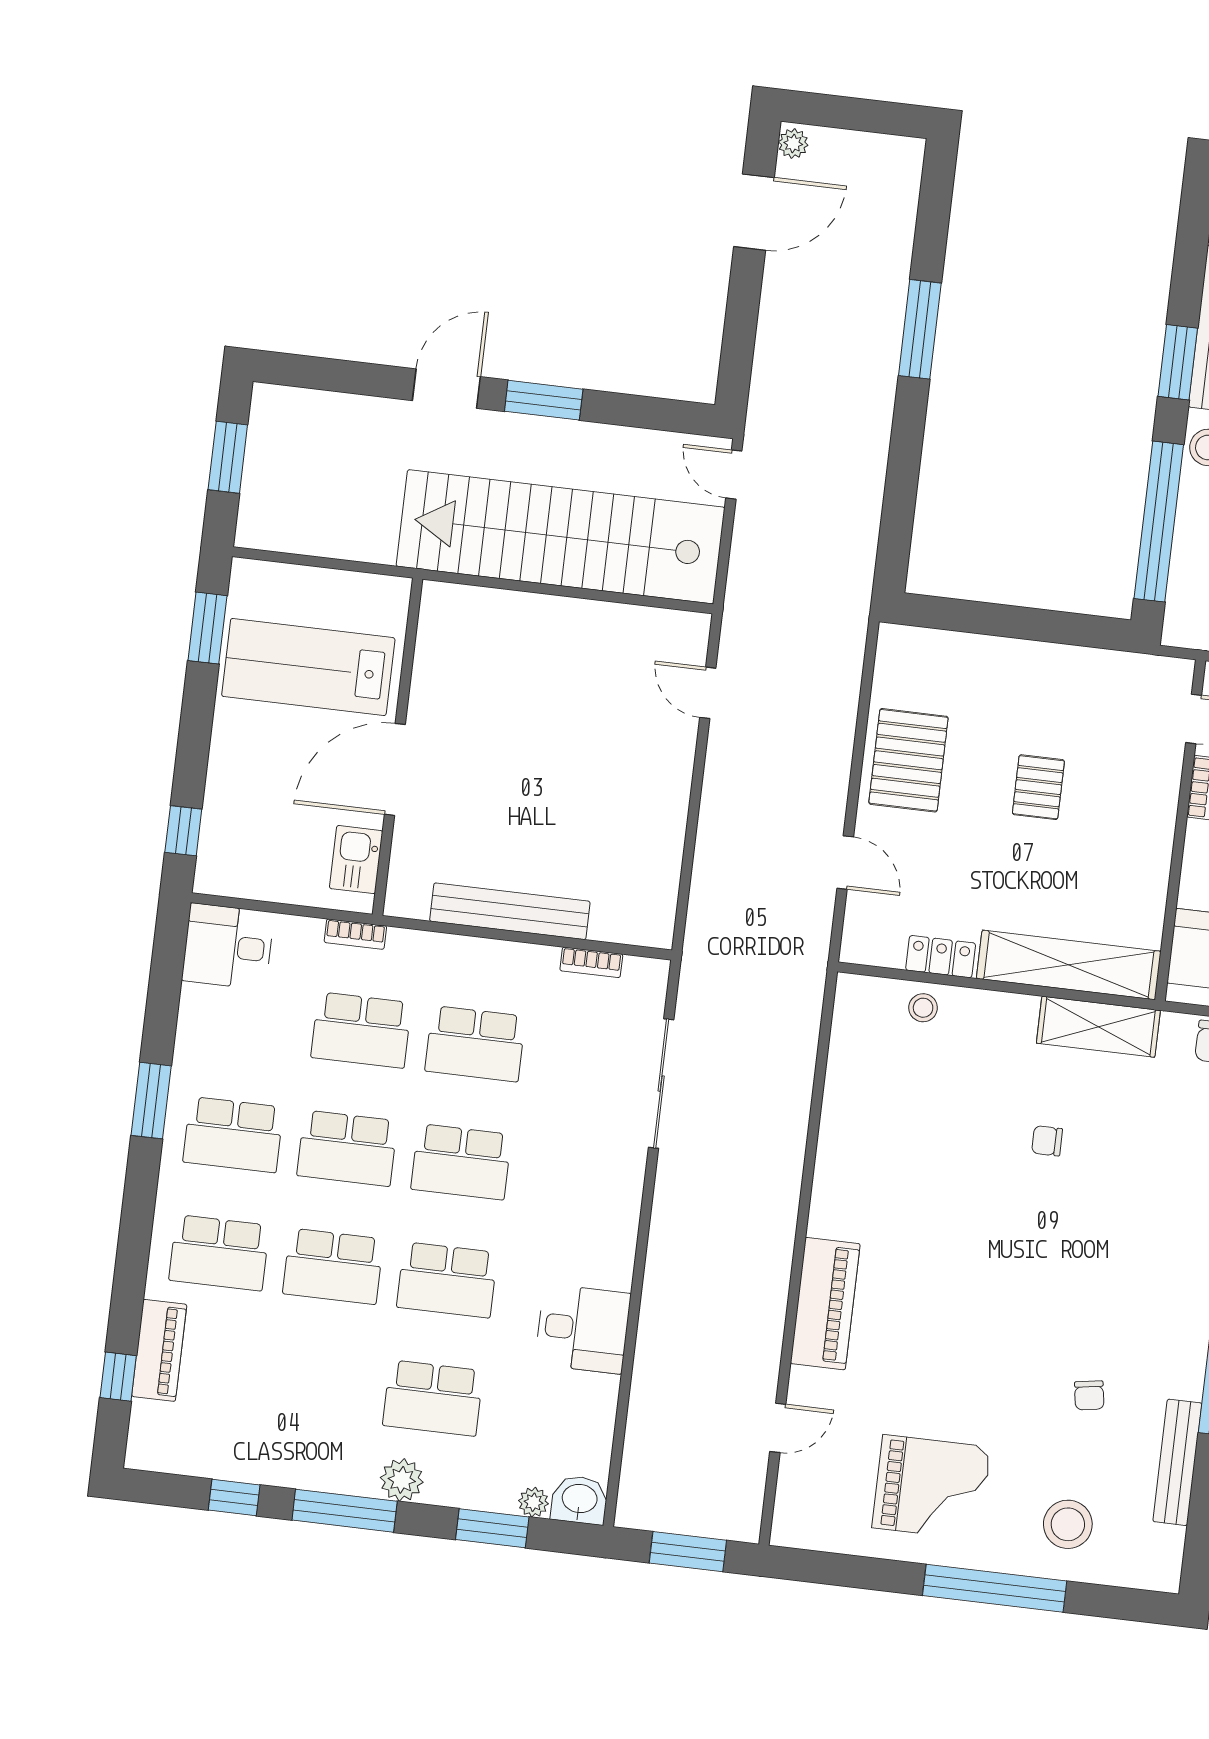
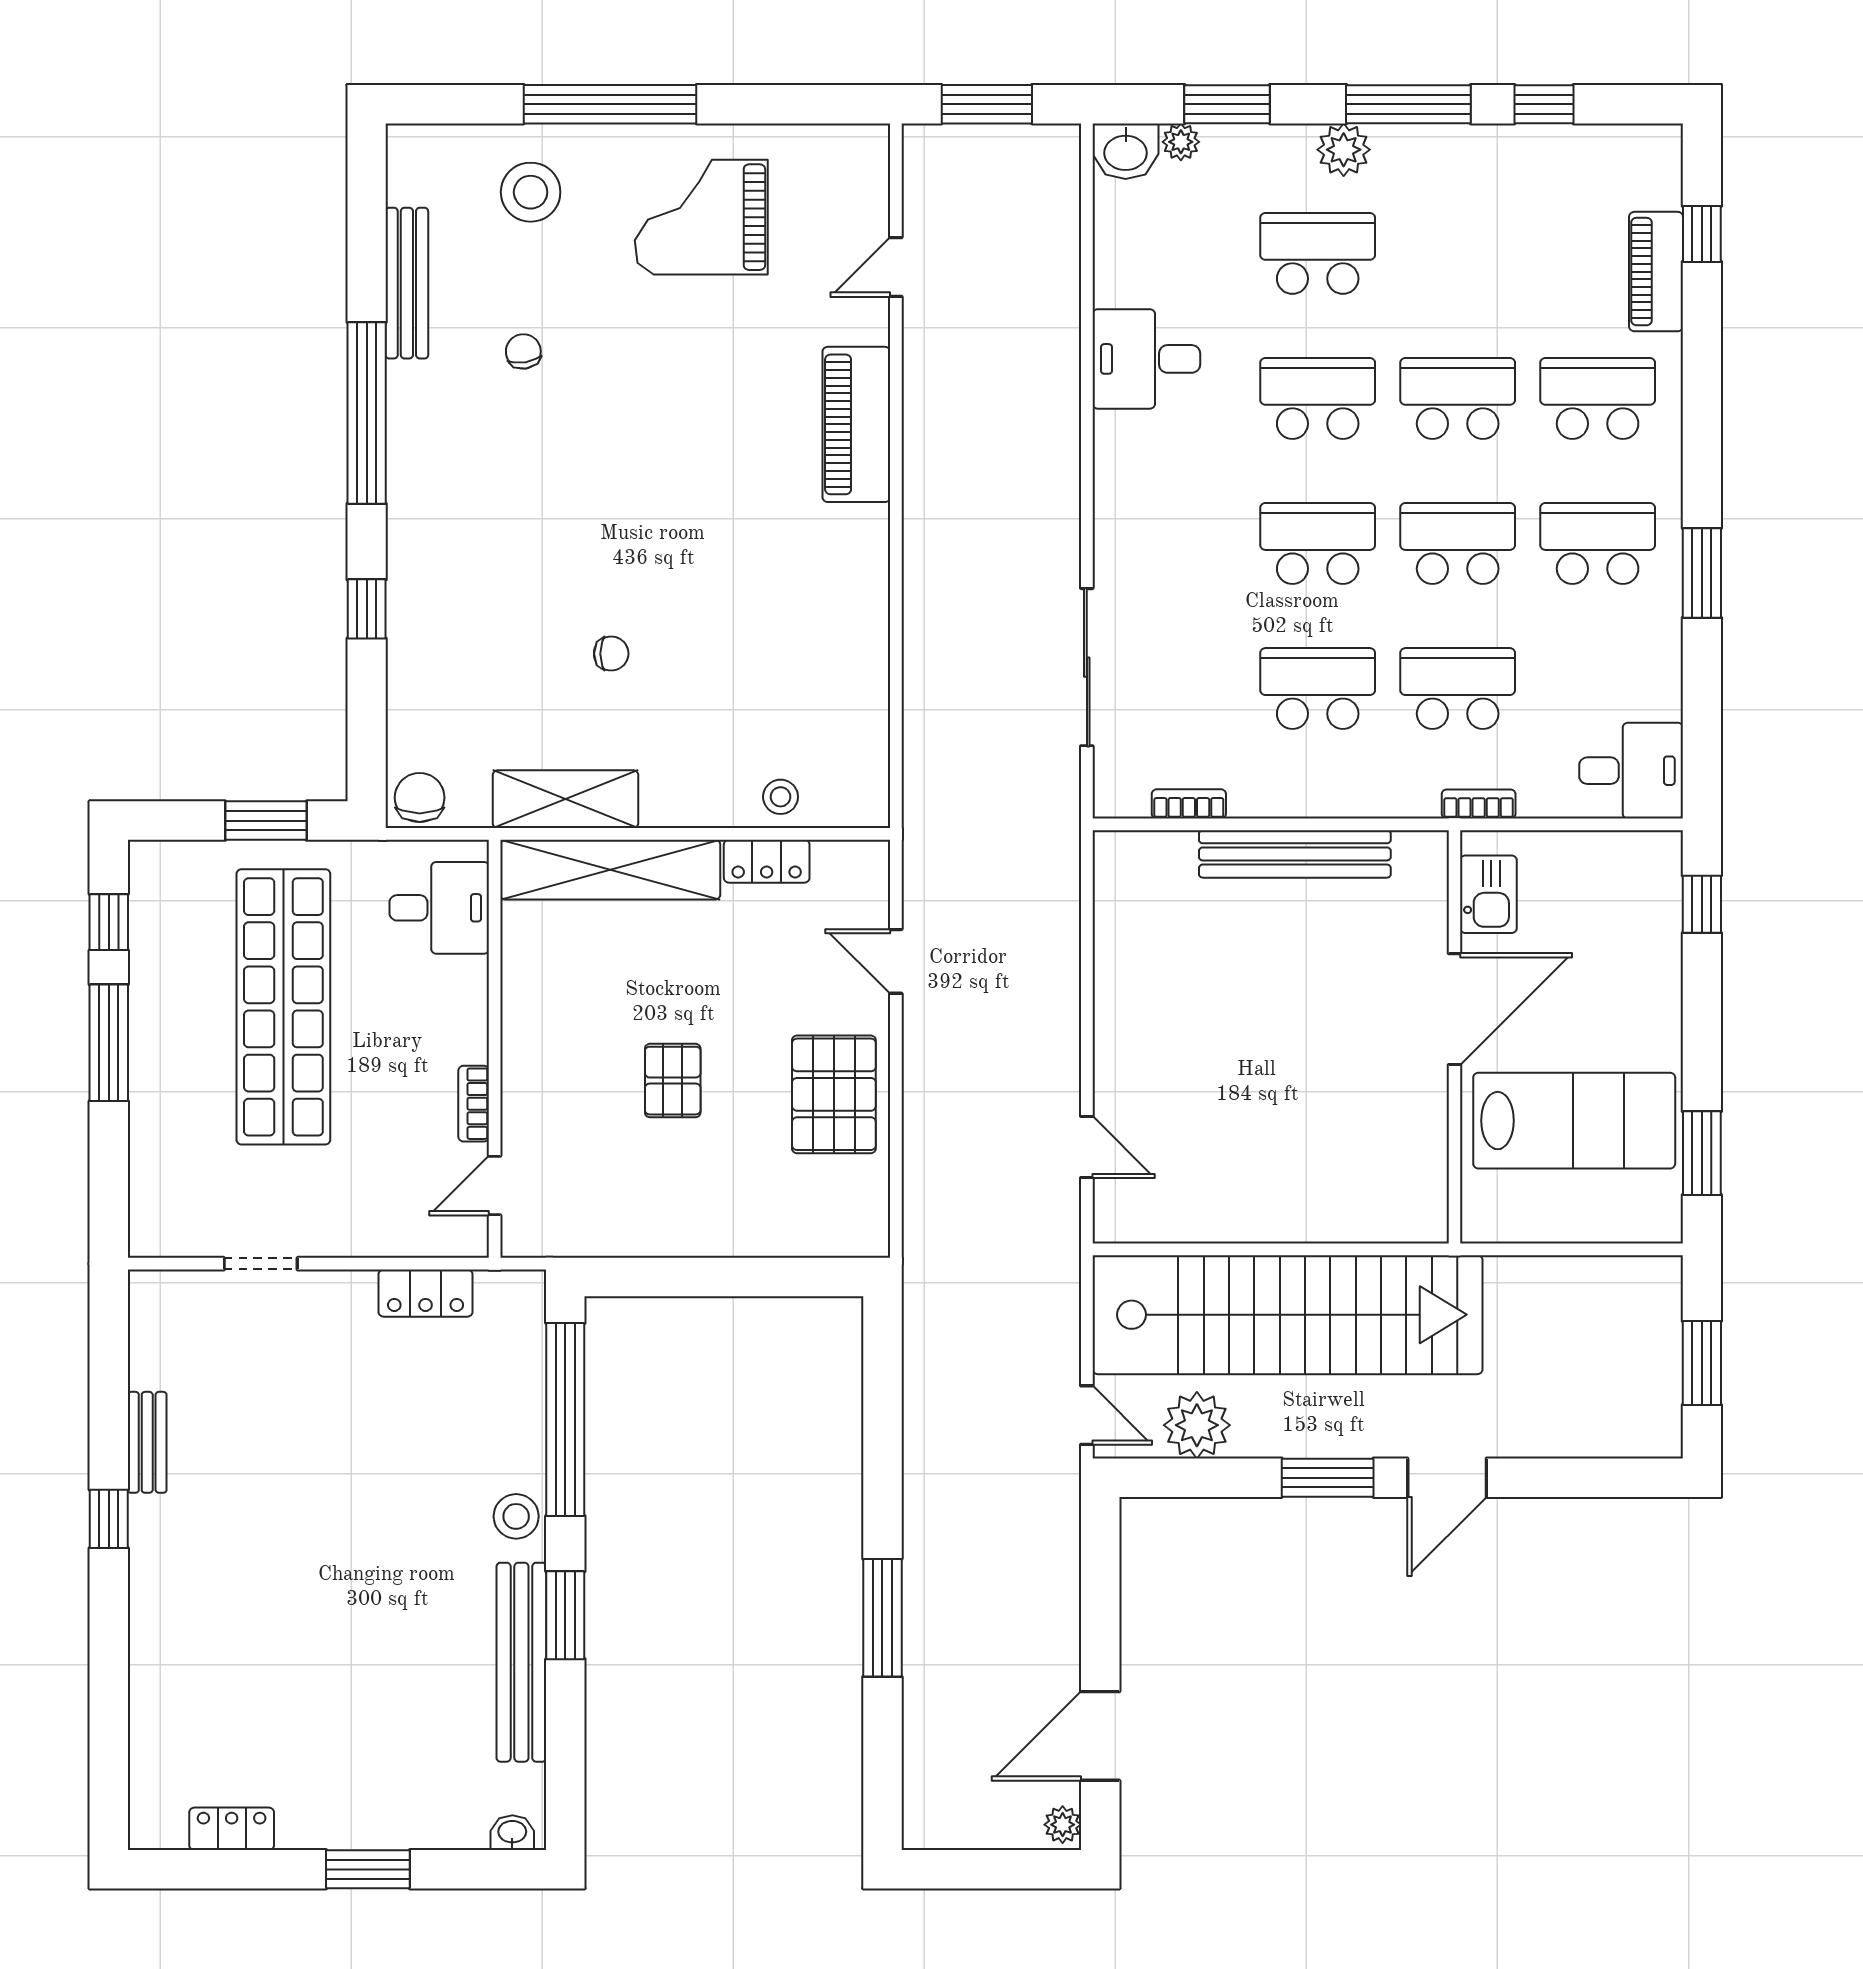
plant: (645, 456) -> (1197, 1425), added

